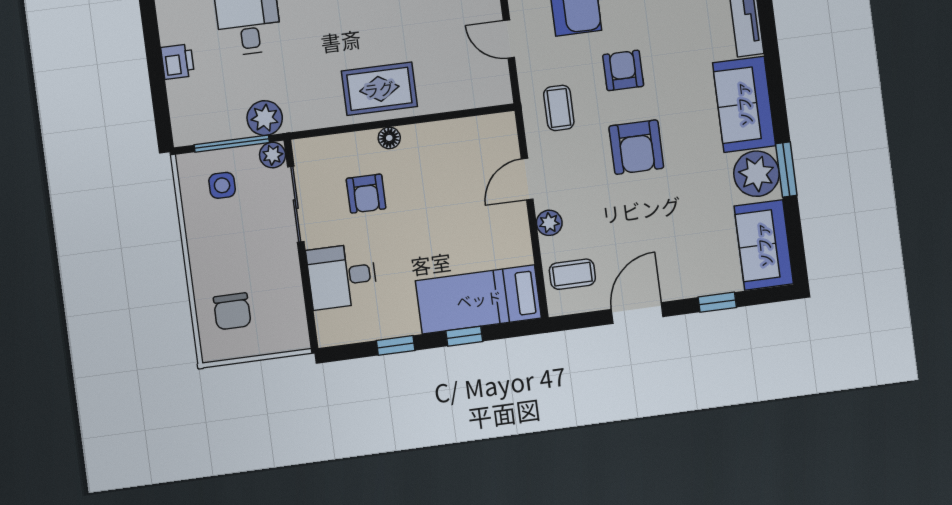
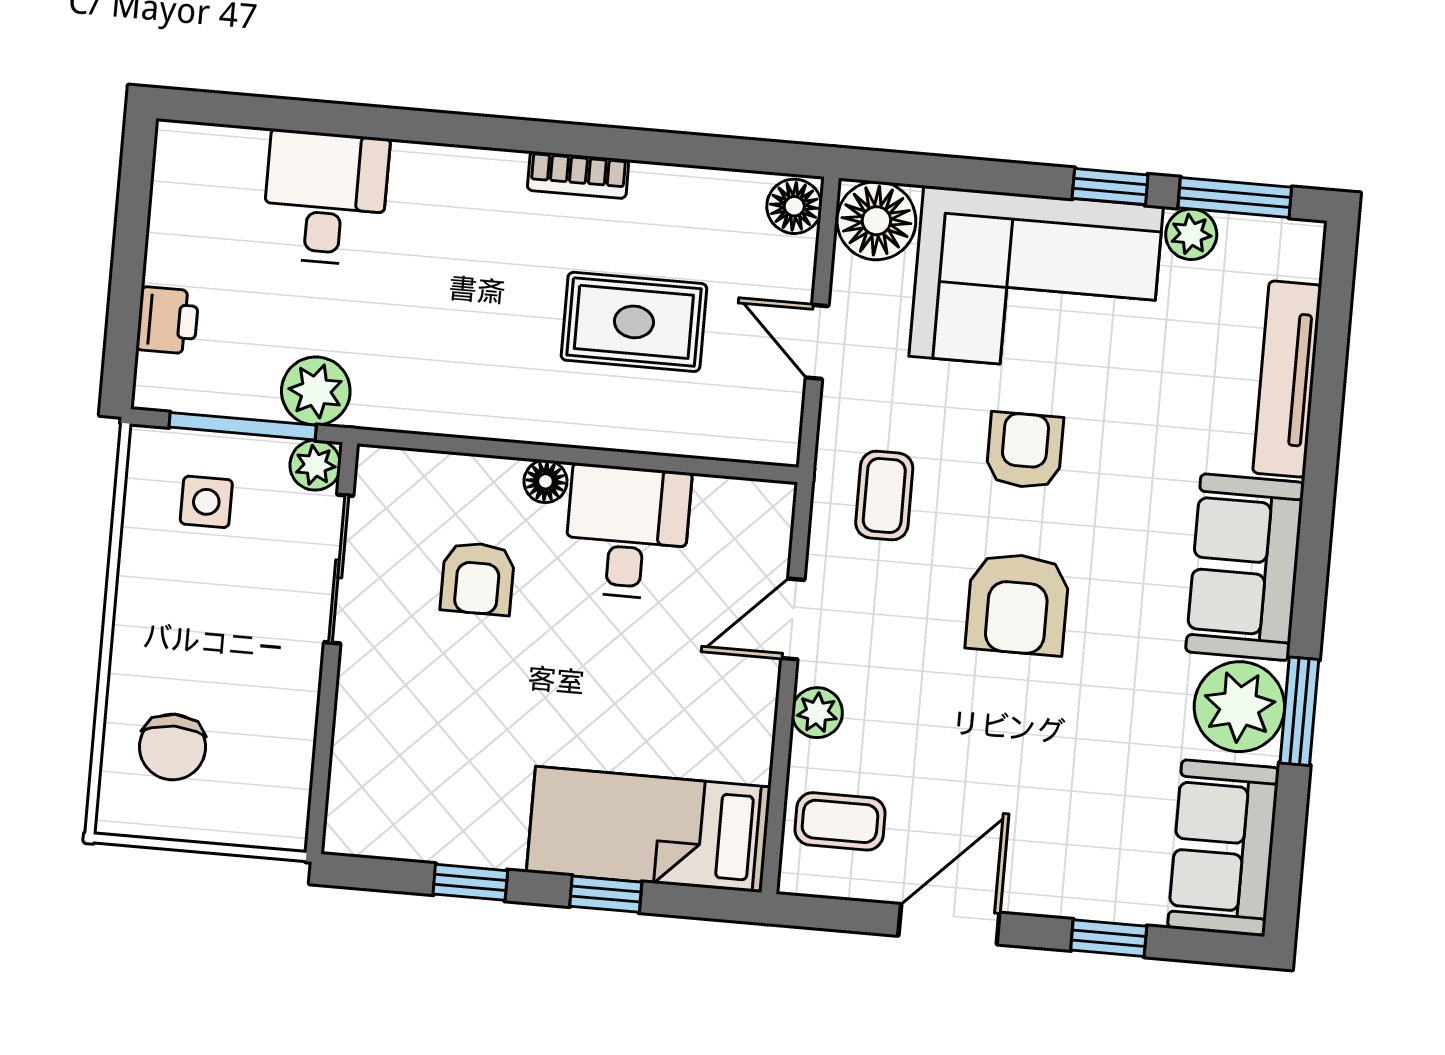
printer: (178, 62) -> (167, 320), moved
rug: (379, 89) -> (634, 322), moved
desk: (342, 276) -> (627, 532), moved, turned 90

